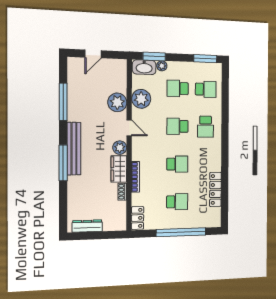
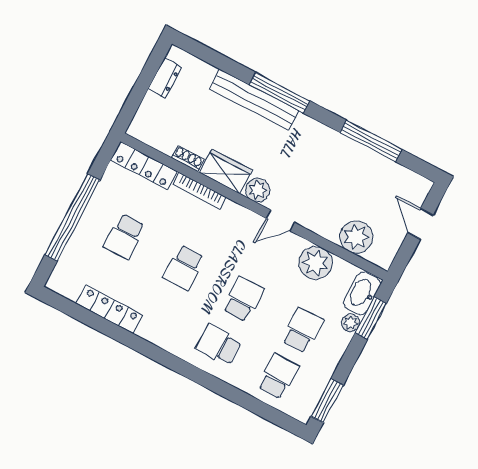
school desk: (206, 89) -> (278, 376), turned 180
plant: (117, 102) -> (356, 237), moved
bench: (74, 149) -> (254, 100), moved
locker: (138, 218) -> (144, 166), width x1.53
dresser: (87, 226) -> (165, 78), width x0.70

